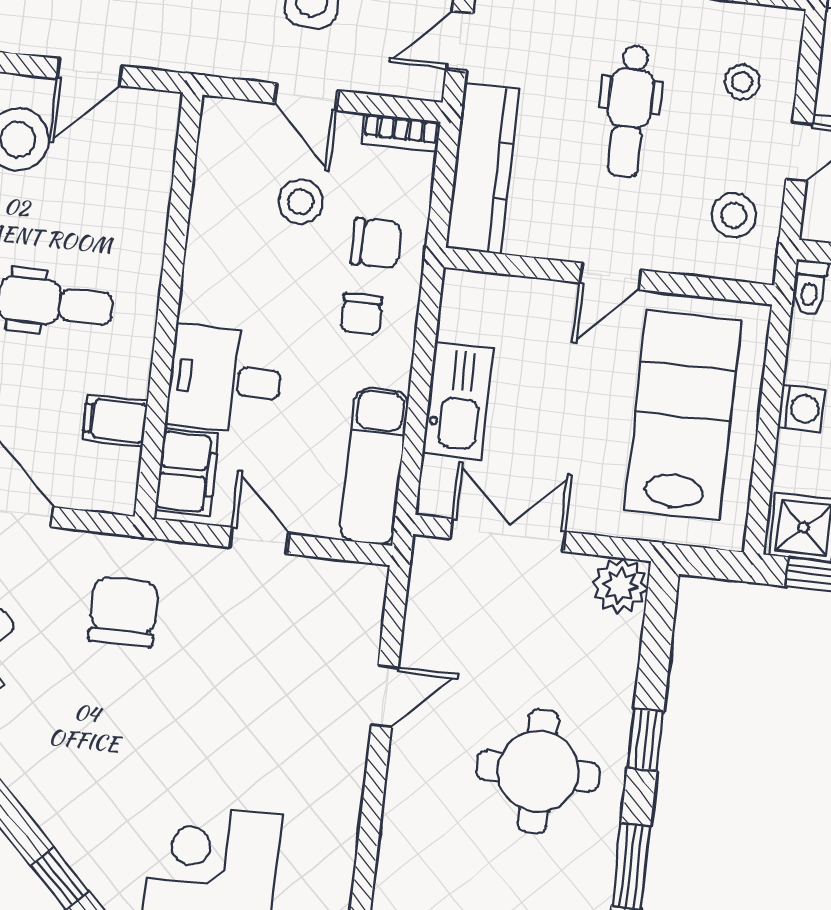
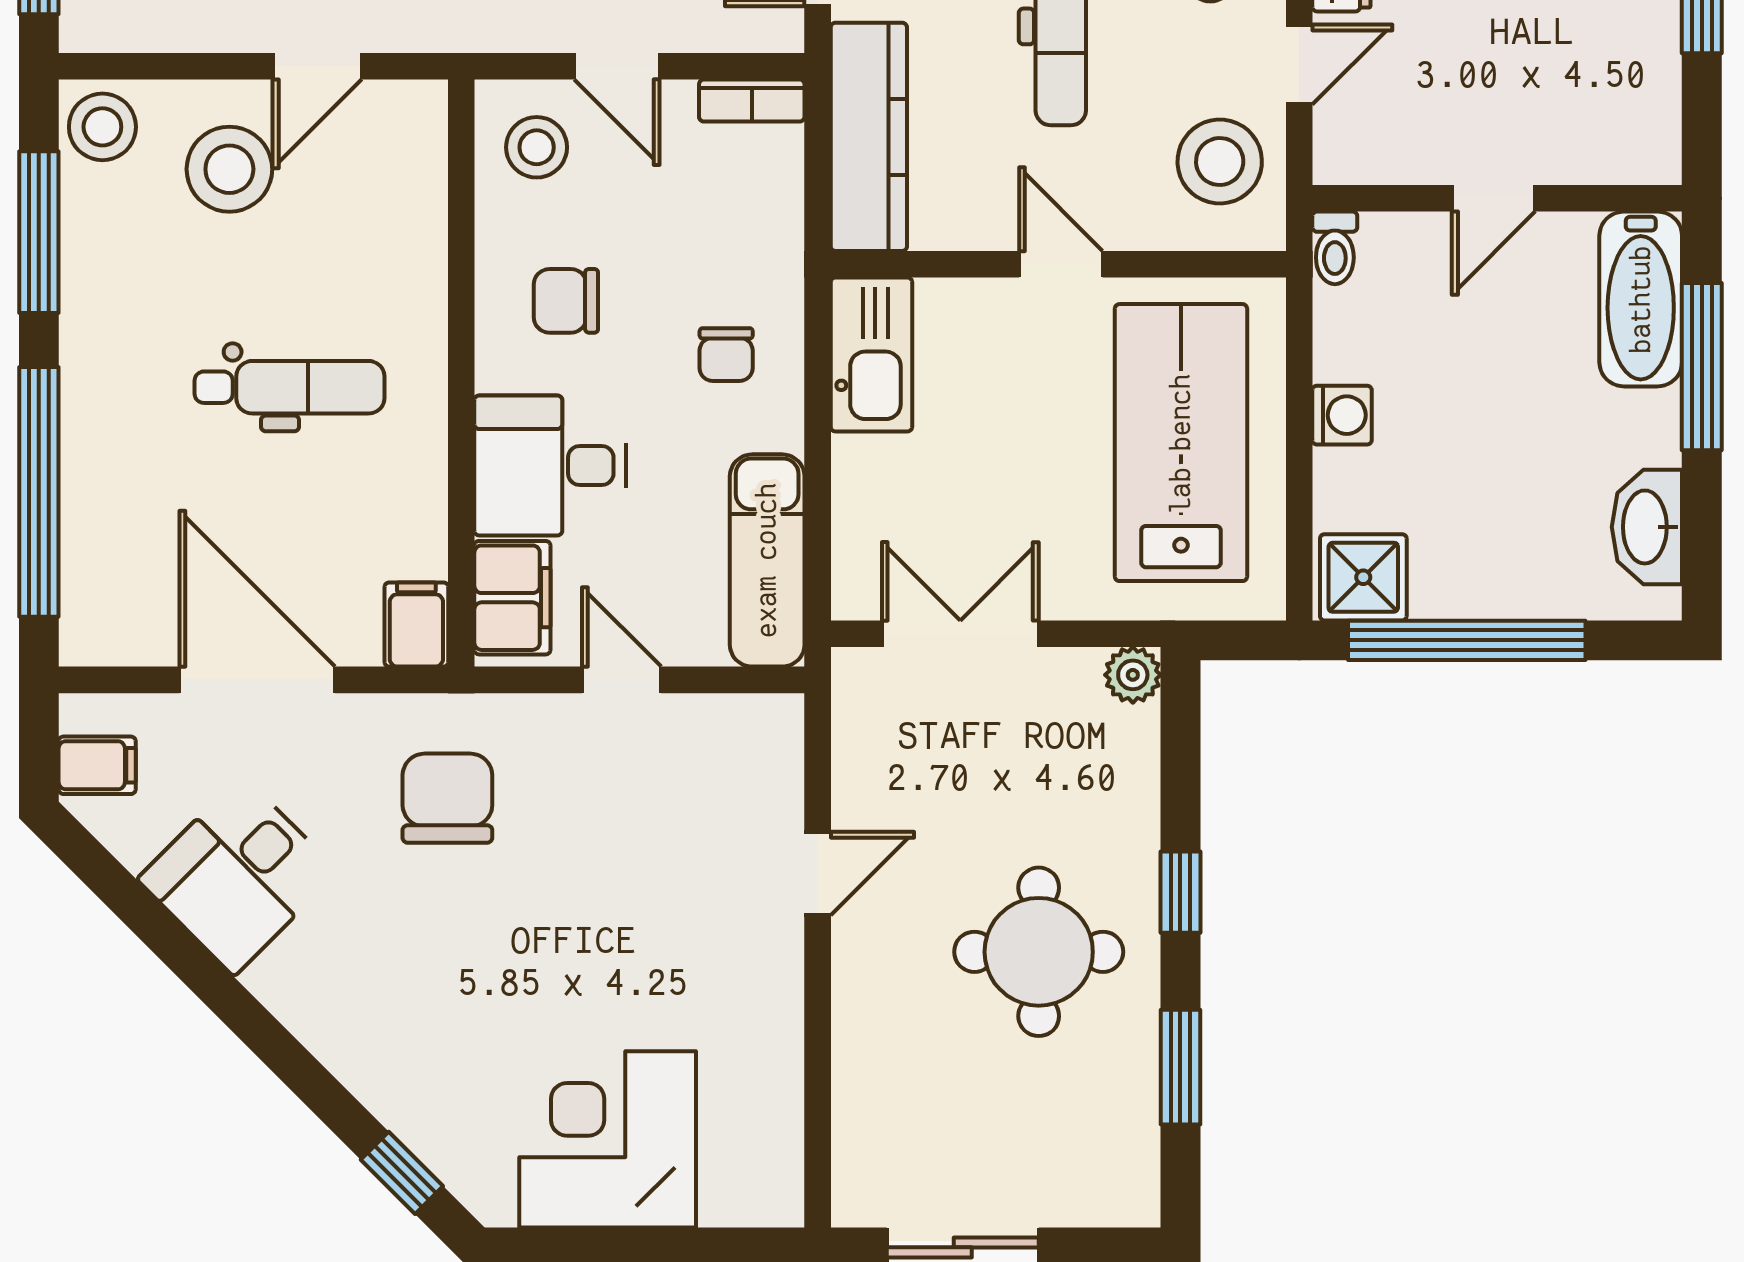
stool: (301, 202) -> (537, 147), moved
stool: (734, 215) -> (1220, 162), width x1.38, depth x1.38
chair: (376, 243) -> (566, 301), moved, turned 180
door: (611, 276) -> (1061, 264), swing flipped
kitchen sink: (458, 401) -> (871, 354), moved
filing cabinet: (115, 420) -> (416, 625), moved, turned 90
plant: (620, 586) -> (1133, 675), width x0.73, depth x0.73

